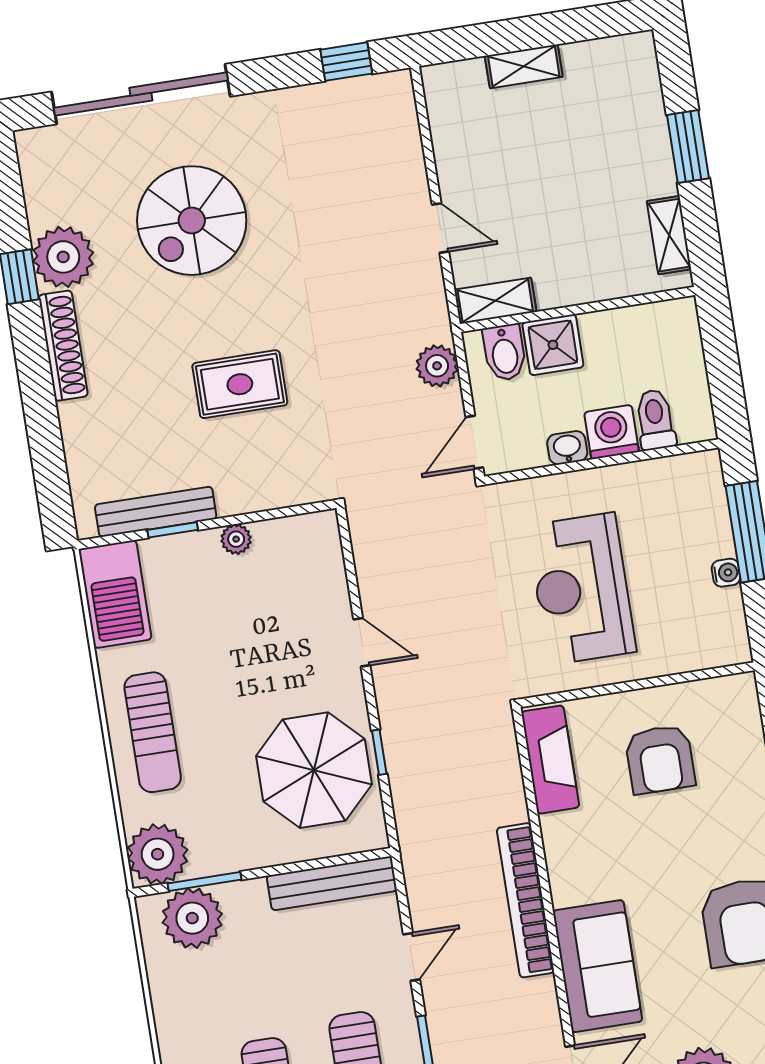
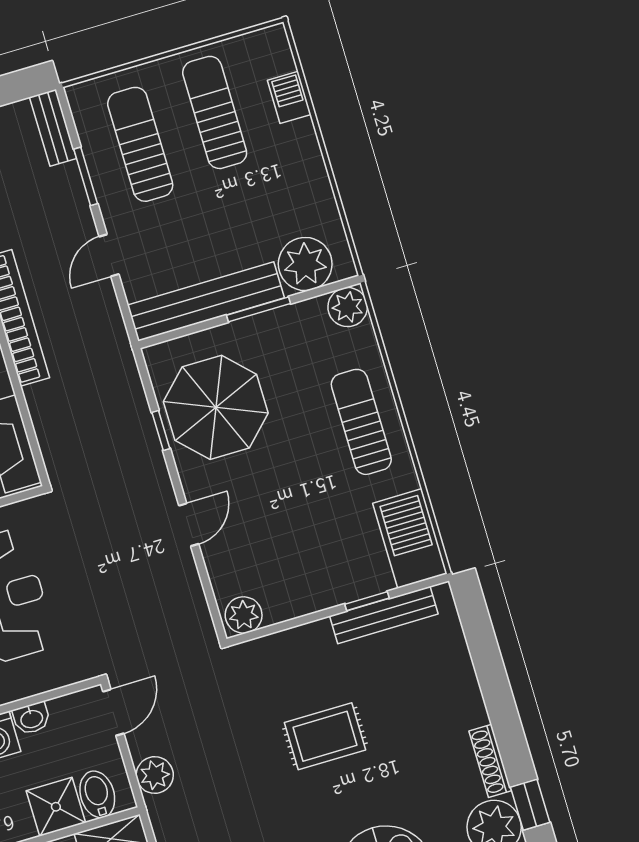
shoe rack: (63, 346) -> (490, 761), width x0.74, depth x0.81
plant: (236, 539) -> (244, 615), moved, width x1.38, depth x1.38
door: (362, 642) -> (189, 525), swing flipped
plant: (158, 854) -> (348, 307), width x0.73, depth x0.73
window: (204, 881) -> (258, 309), moved
bench: (332, 883) -> (206, 301), width x1.37, depth x1.21

